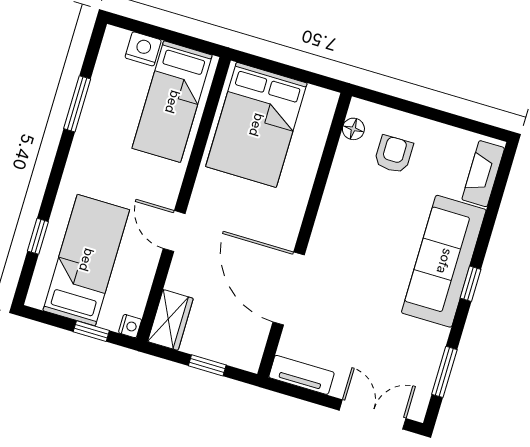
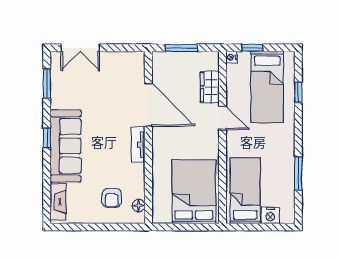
wardrobe: (170, 320) -> (210, 87), moved
window: (207, 365) -> (181, 48), width x1.50
tv unit: (301, 375) -> (138, 145), moved, turned 90

